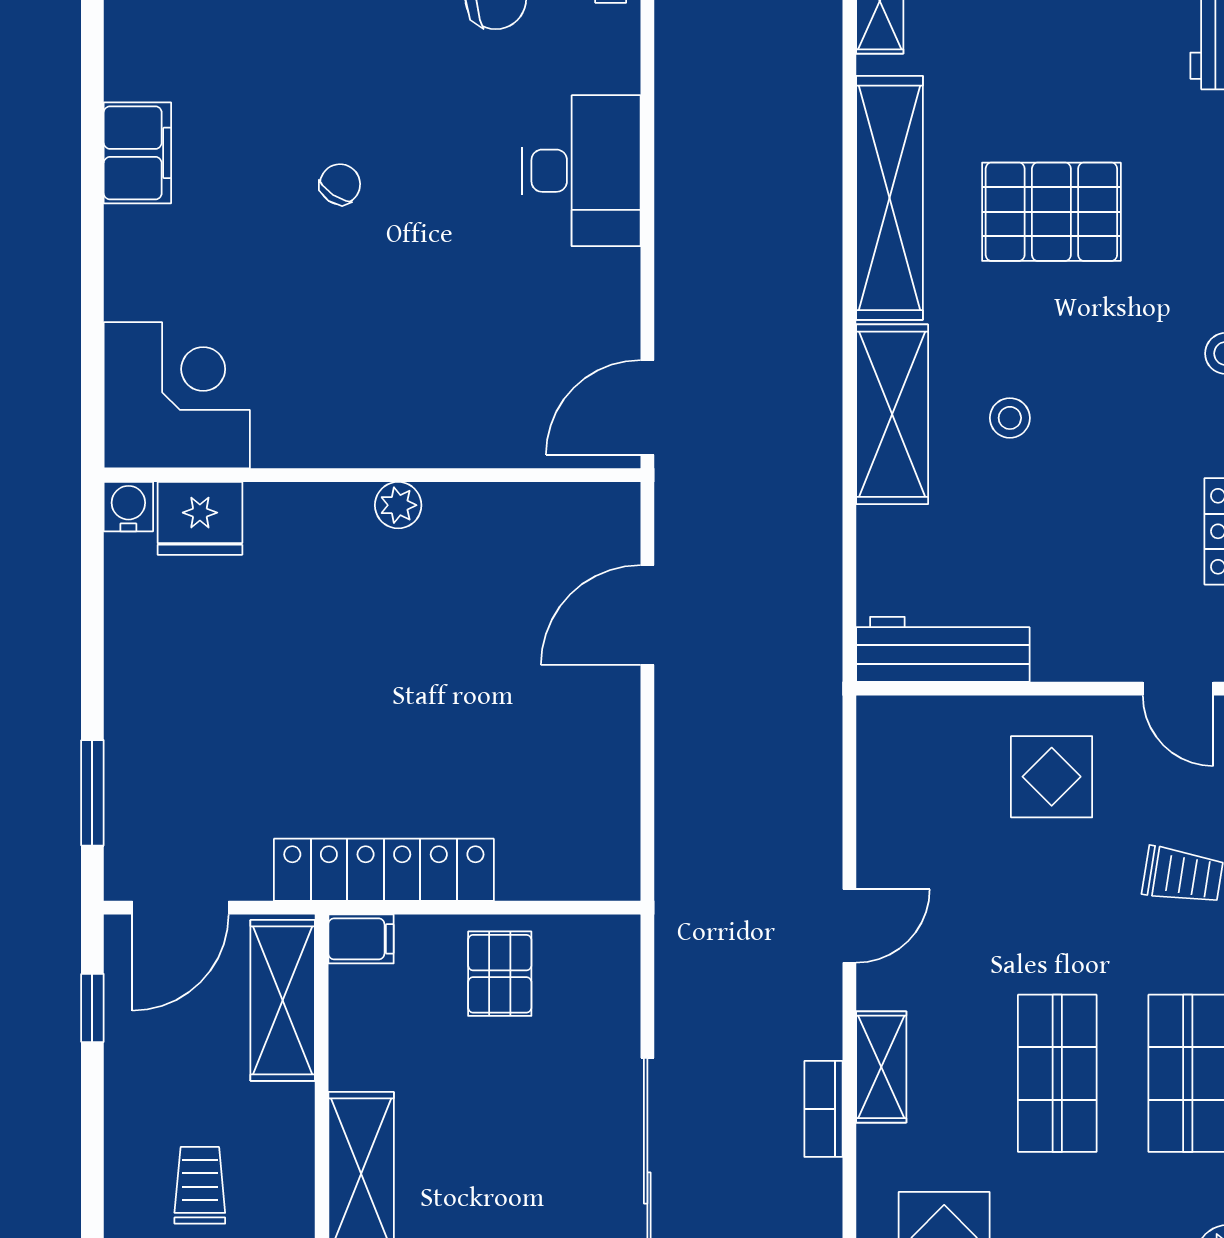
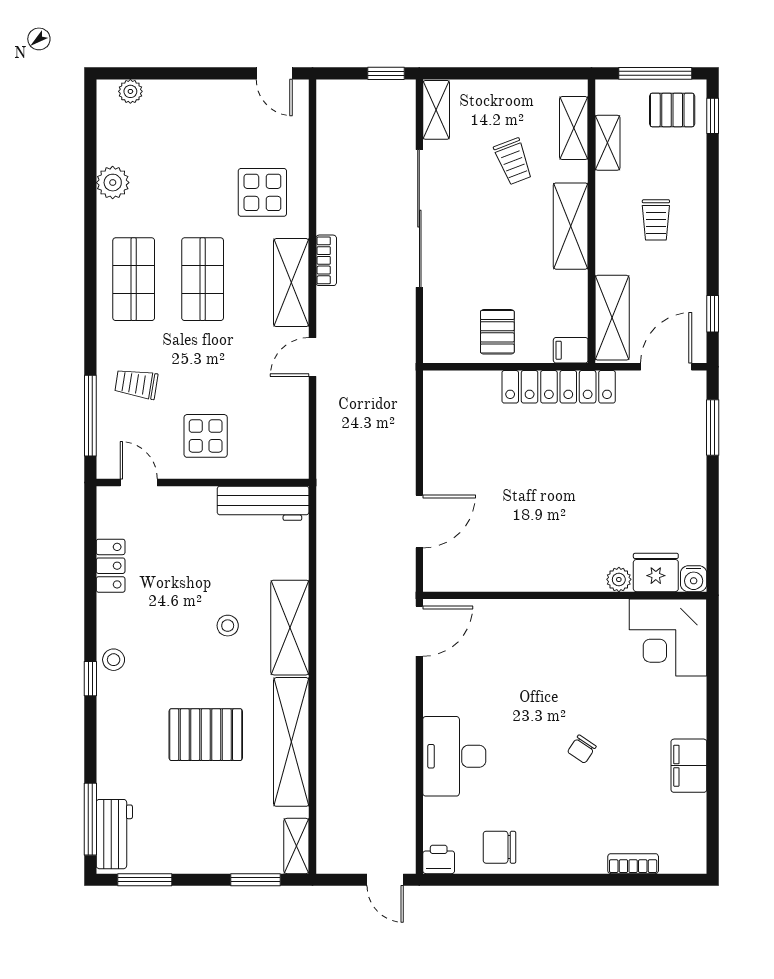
plant: (398, 505) -> (619, 579), moved
shelving: (881, 1067) -> (291, 283), width x1.50, depth x1.33

